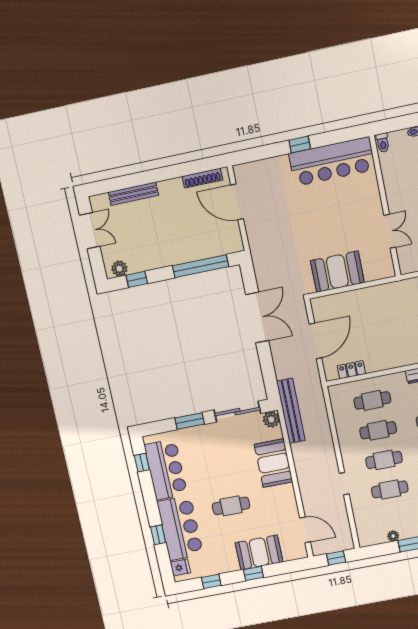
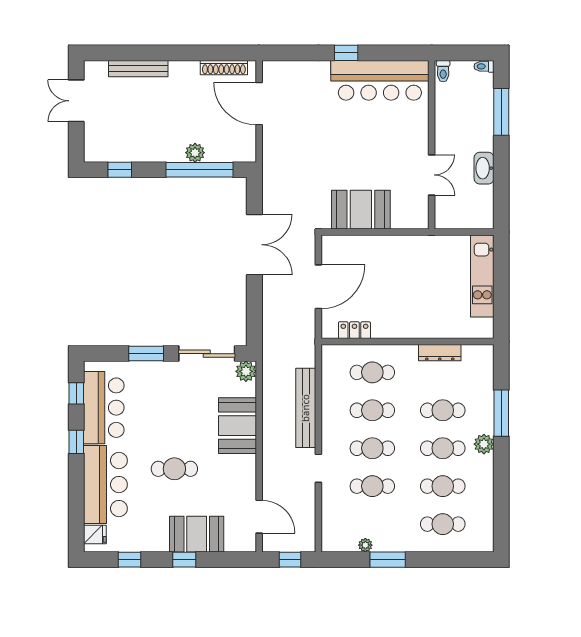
double door: (90, 231) -> (76, 101), swing flipped
plant: (119, 269) -> (195, 153), moved
bench: (291, 411) -> (306, 408), moved
window: (158, 535) -> (76, 442), moved

